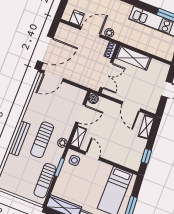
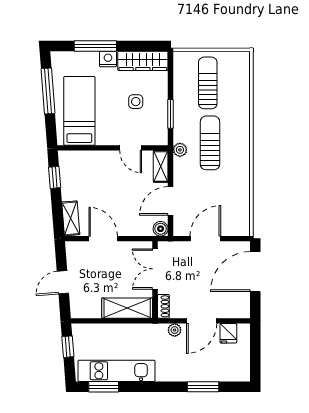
door: (53, 76) -> (205, 239), moved
bench: (19, 138) -> (243, 133), removed
side table: (74, 160) -> (136, 102), moved
sun lounger: (45, 181) -> (208, 83), moved

